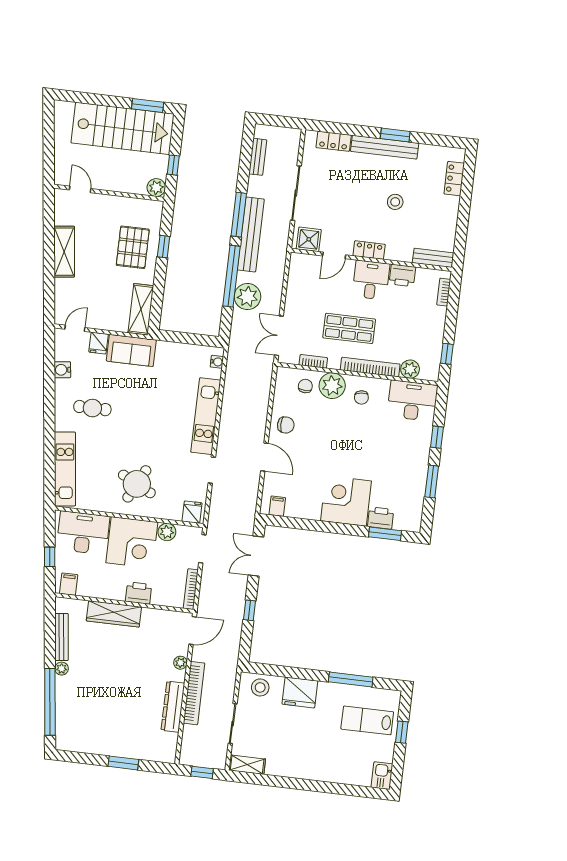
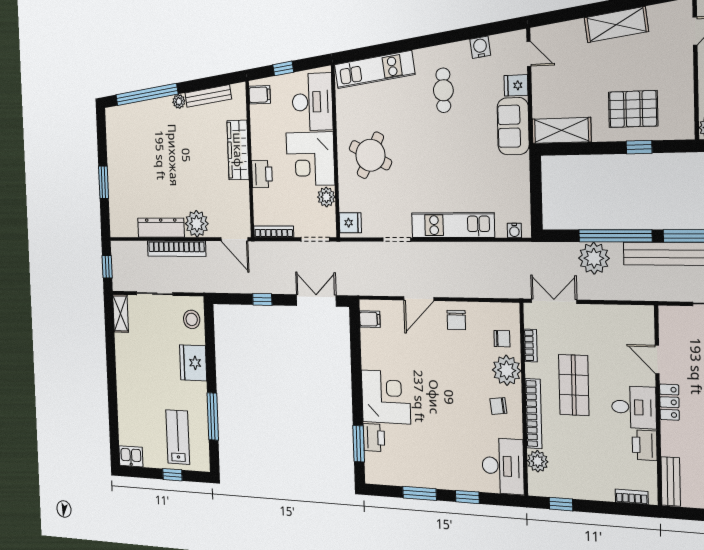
shower: (309, 239) -> (672, 326), removed
plant: (180, 663) -> (197, 224), width x1.88, depth x1.88

